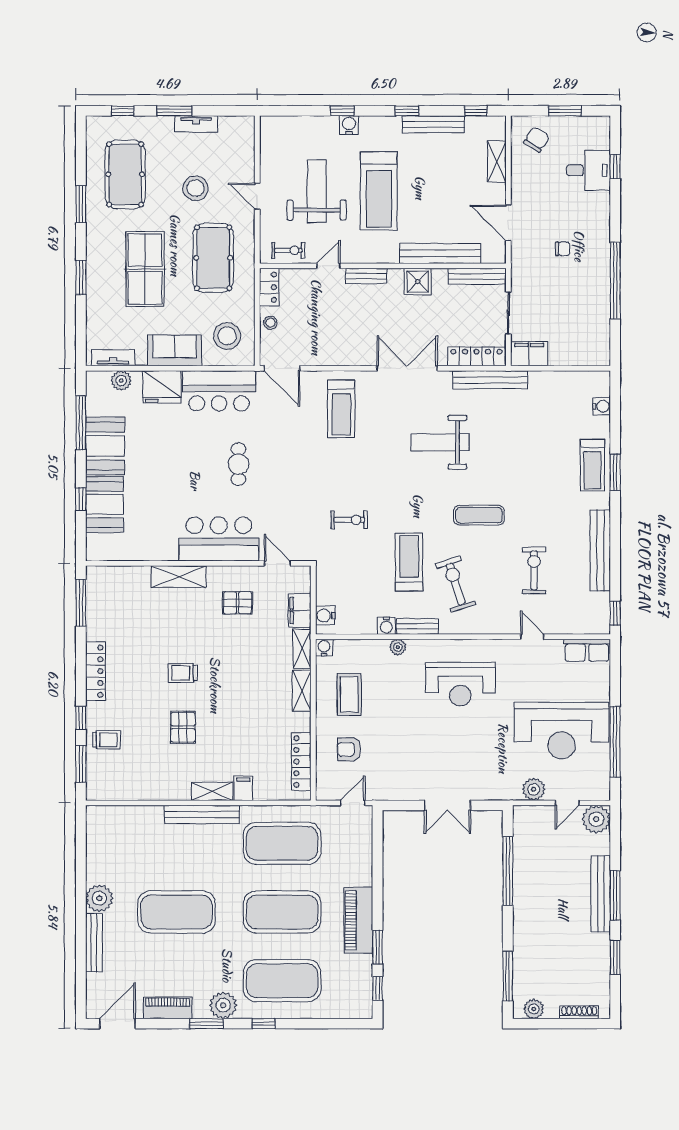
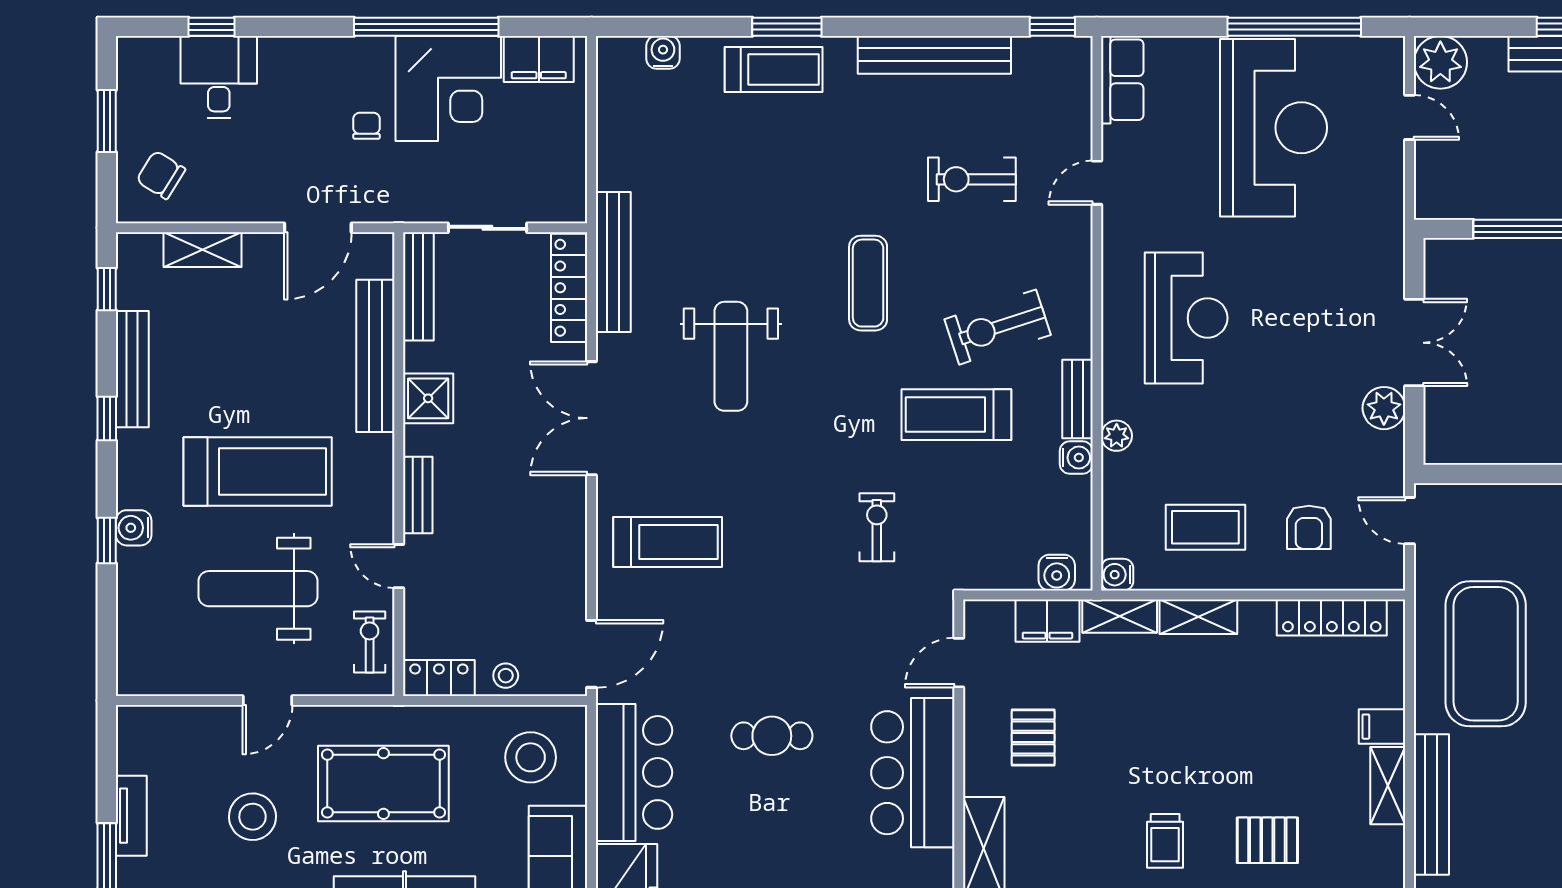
corner desk: (582, 292) -> (448, 88), added
filing cabinet: (529, 354) -> (539, 59), moved, turned -90
plant: (534, 789) -> (1384, 408), moved

